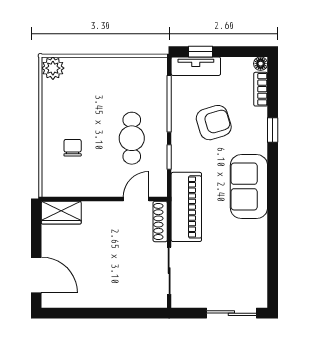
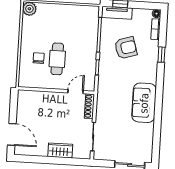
cafe table: (132, 138) -> (57, 59), moved
sofa: (249, 187) -> (144, 103), moved
piano: (186, 207) -> (106, 98), removed
wardrobe: (61, 213) -> (60, 150), moved, turned 180

